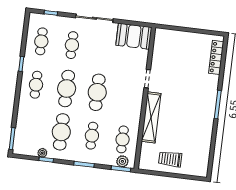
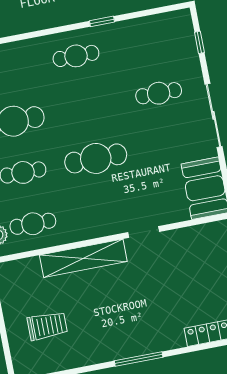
cafe table: (41, 41) -> (149, 42), removed
cafe table: (67, 89) -> (86, 107), removed
trolley: (170, 159) -> (47, 326), moved, turned 90

